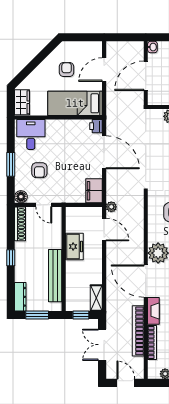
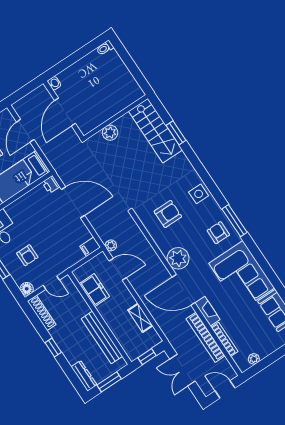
filing cabinet: (94, 191) -> (90, 247), width x0.50
freezer: (74, 247) -> (94, 290), moved
shelving: (96, 298) -> (140, 318), moved

